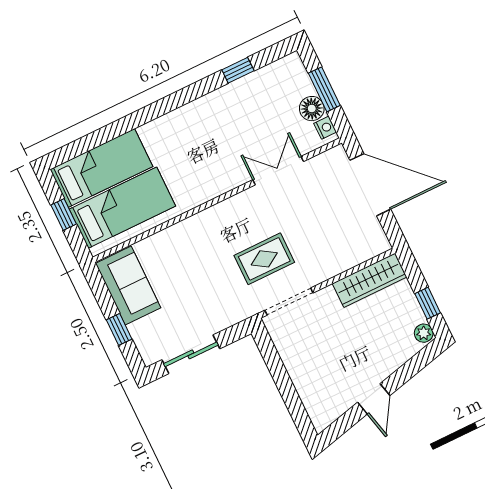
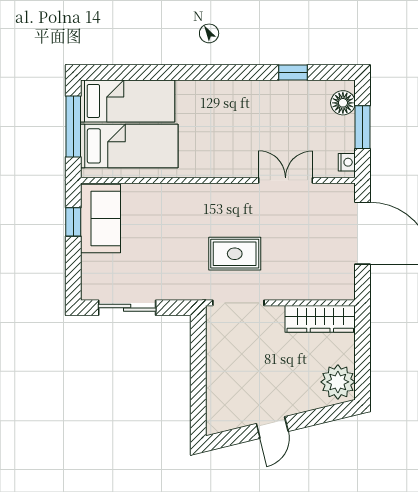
floor lamp: (312, 109) -> (343, 103), moved
window: (64, 214) -> (73, 126), width x2.17
window: (428, 303) -> (363, 365), removed
window: (119, 329) -> (73, 222), moved
plant: (424, 333) -> (338, 382), width x1.88, depth x1.88

